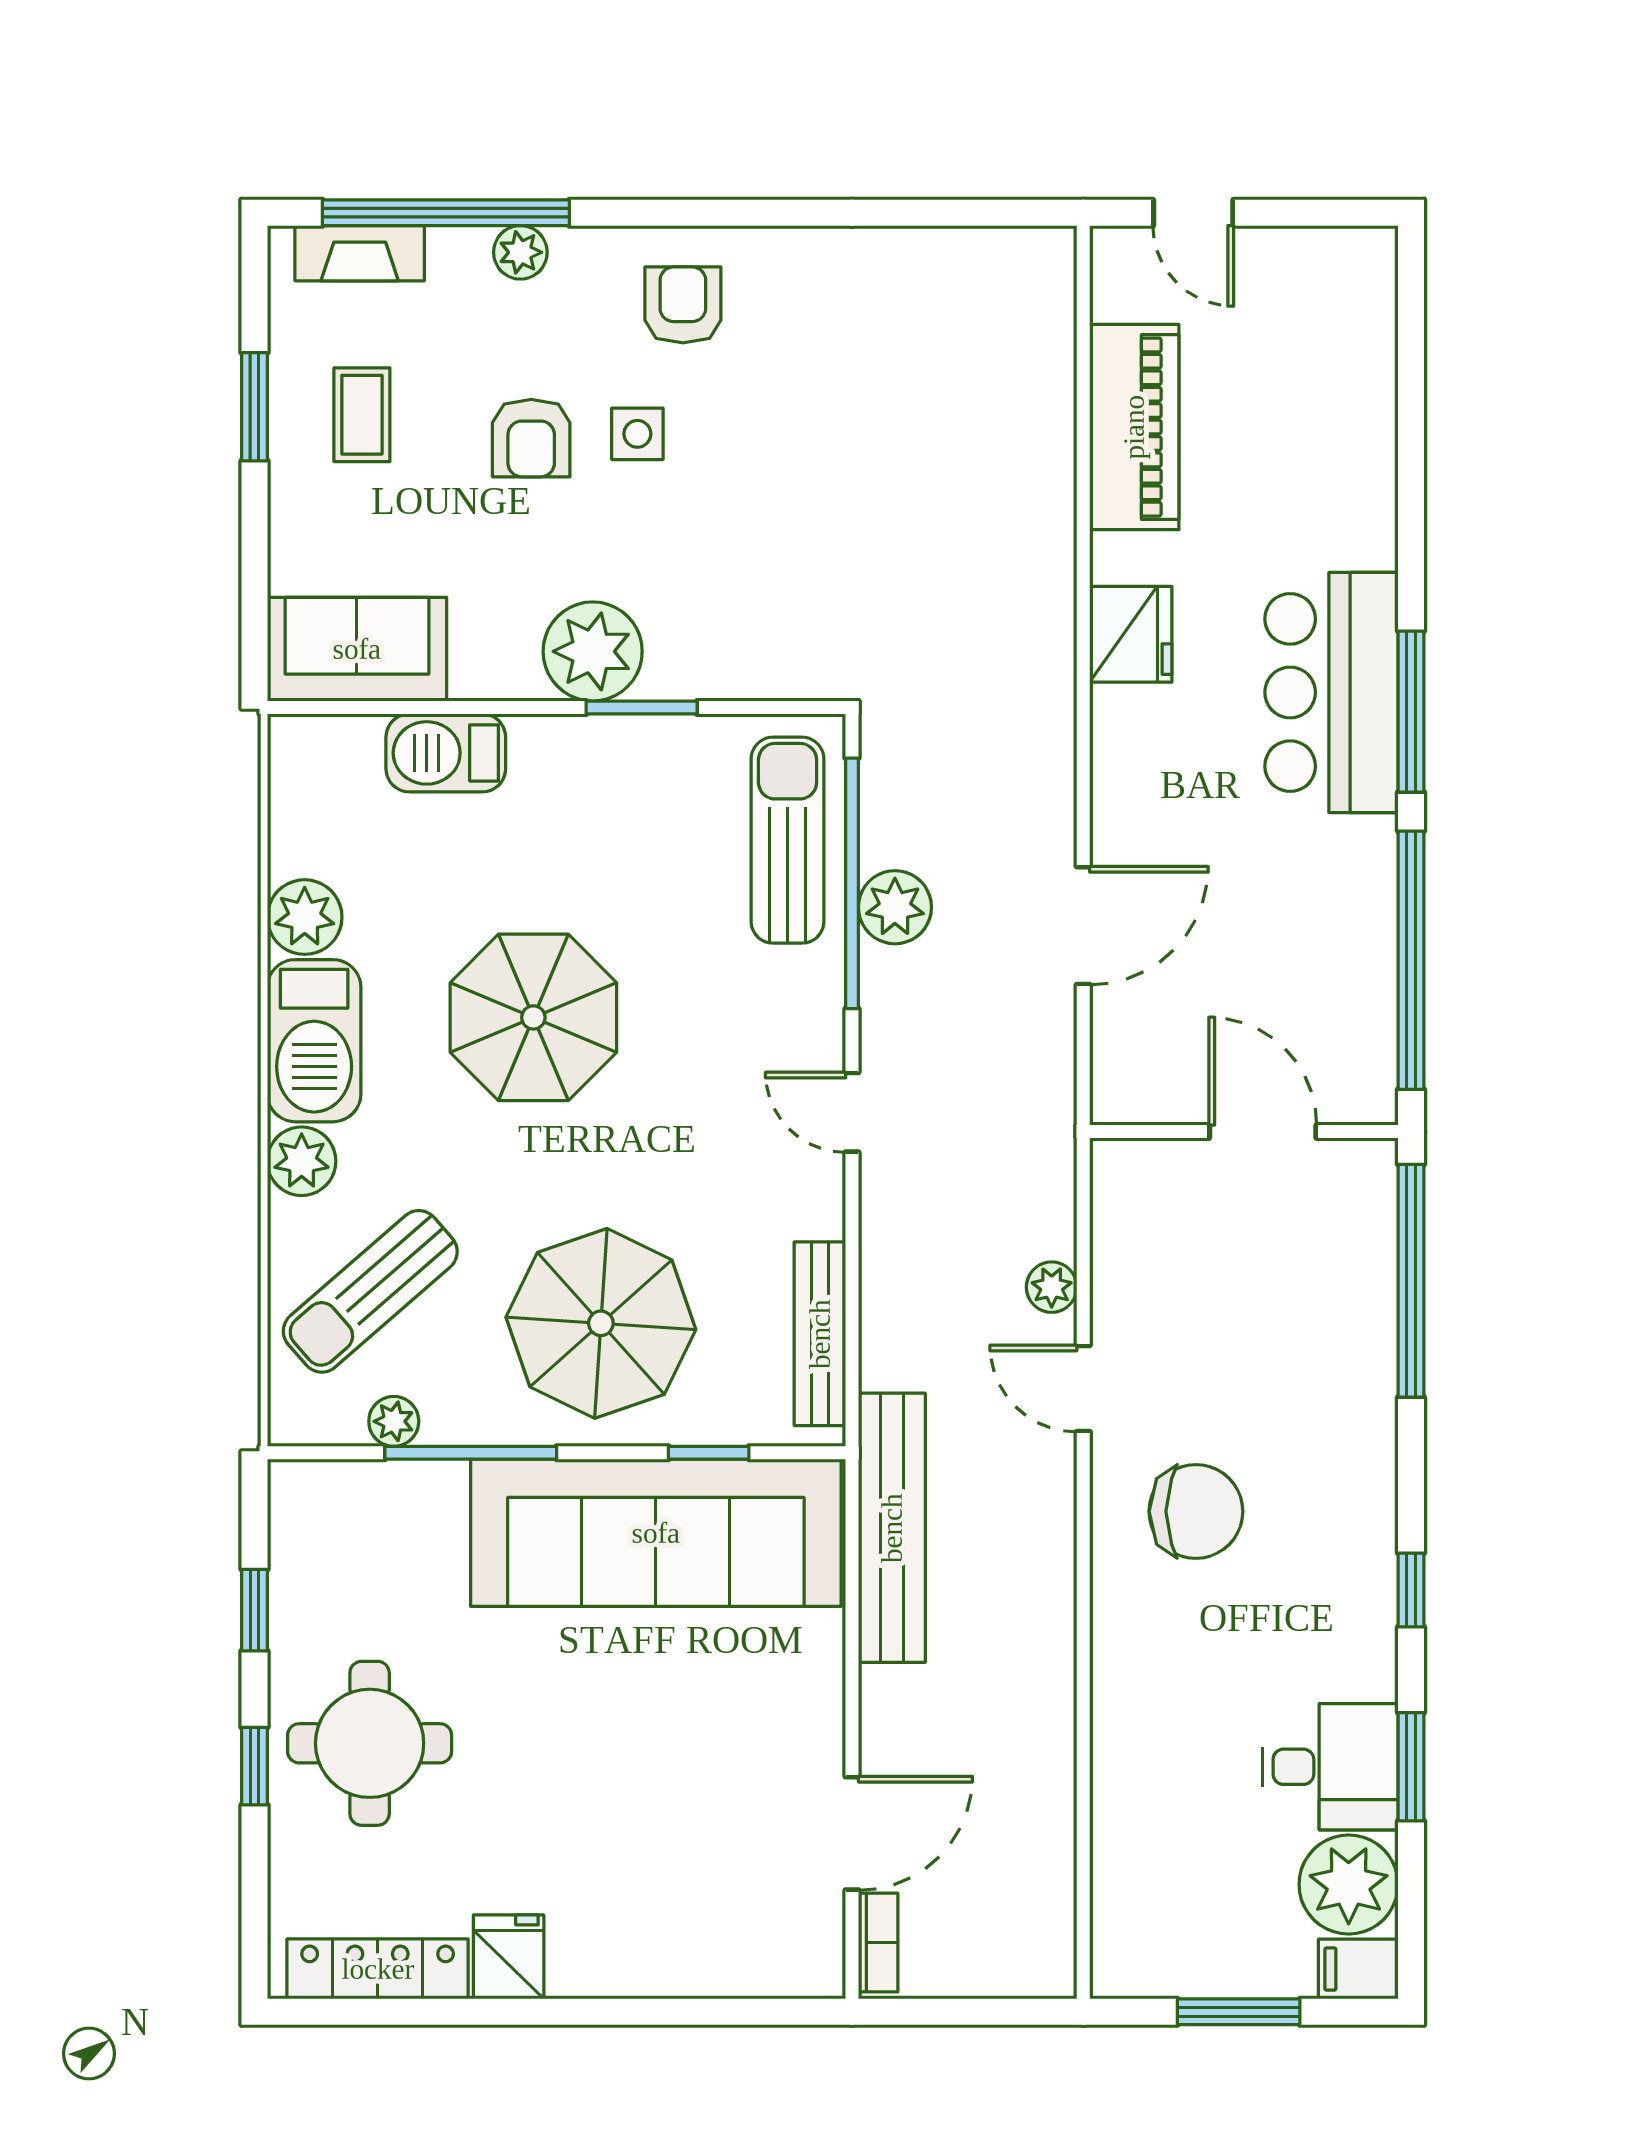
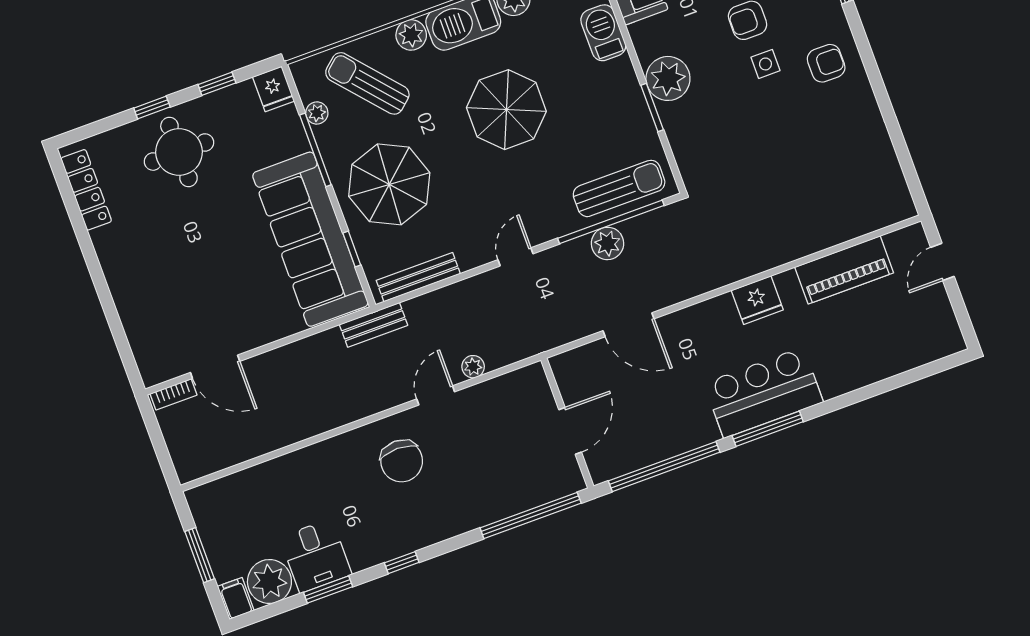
bench: (892, 1528) -> (374, 325), width x0.54, depth x0.82
fridge: (509, 1957) -> (273, 89), moved, turned 90

